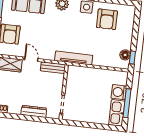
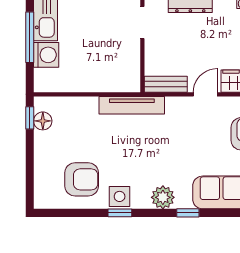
armchair: (107, 19) -> (82, 179), turned 90
door: (31, 59) -> (205, 94), swing flipped

